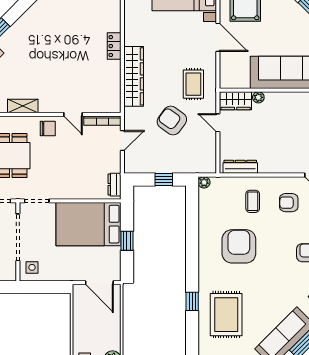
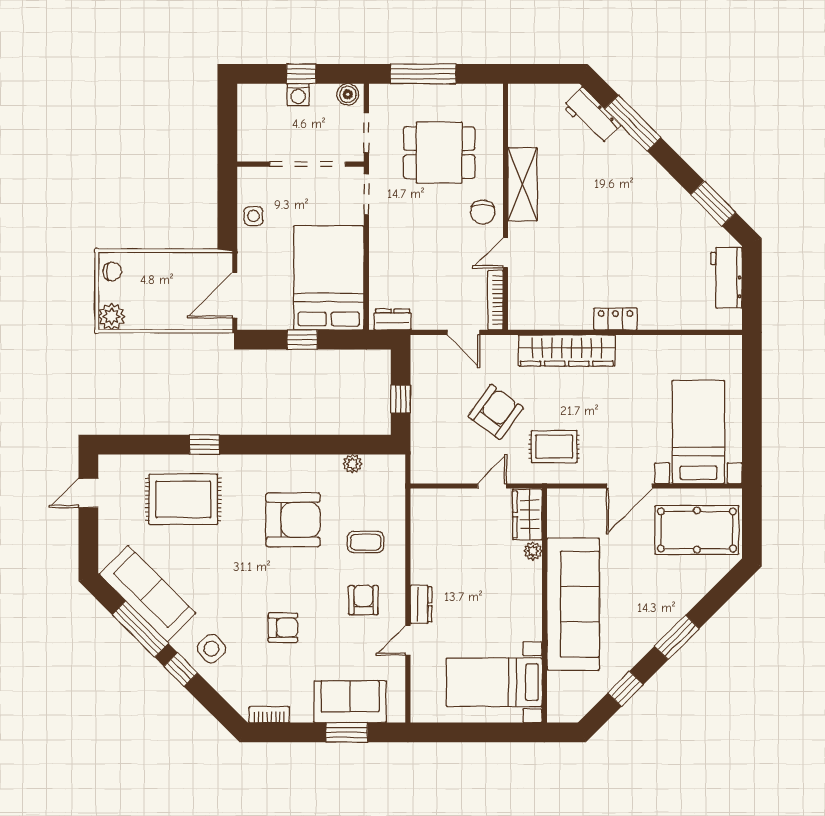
shelving: (23, 106) -> (523, 184), width x1.50, depth x1.33
dresser: (240, 167) -> (421, 604), moved, width x0.70
plant: (204, 182) -> (352, 464), moved
side table: (32, 267) -> (253, 216), moved

